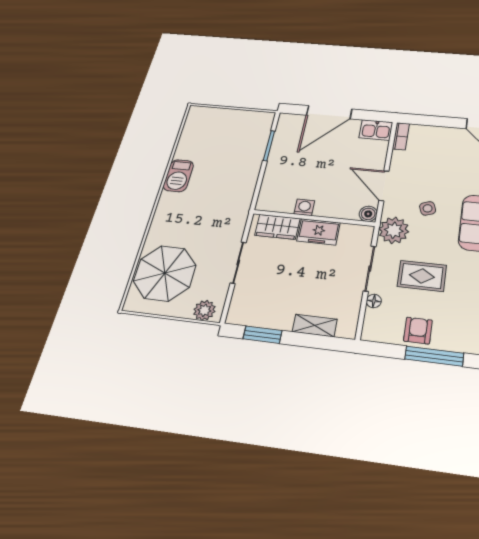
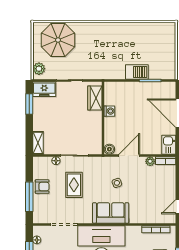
barbecue: (178, 176) -> (137, 72), moved, turned 180
plant: (394, 230) -> (150, 161), moved, width x0.53, depth x0.53
freezer: (318, 232) -> (44, 89), moved, turned -90
shelving: (315, 325) -> (38, 143), moved

